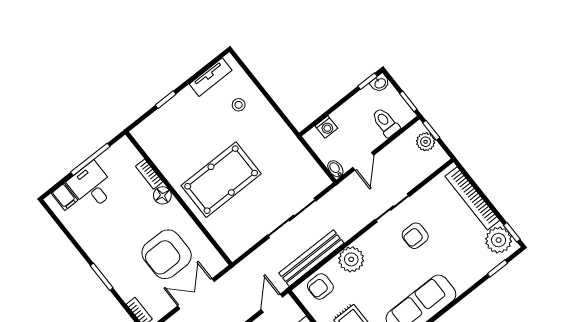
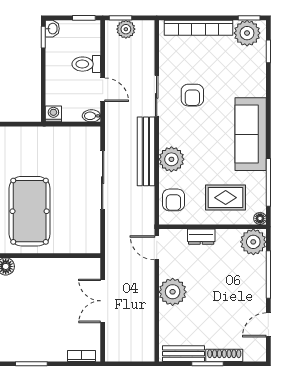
toilet: (386, 122) -> (86, 64), moved
washing machine: (326, 127) -> (53, 114), moved, turned -90
armchair: (167, 254) -> (54, 299), removed
bench: (311, 258) -> (146, 151), moved

